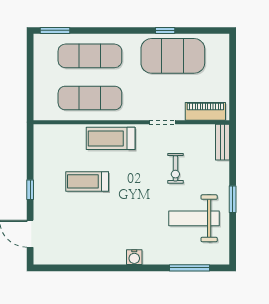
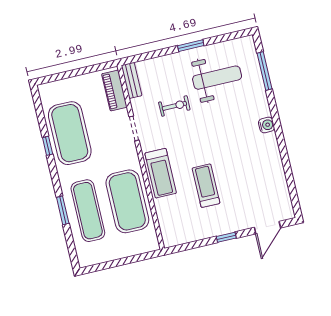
window: (55, 30) -> (63, 210), moved
exercise mat: (90, 98) -> (127, 201), width x1.47
bench: (223, 142) -> (131, 80), moved, turned 90
treadmill: (87, 181) -> (206, 186), turned 180
weight bench: (194, 218) -> (217, 78), turned -90

